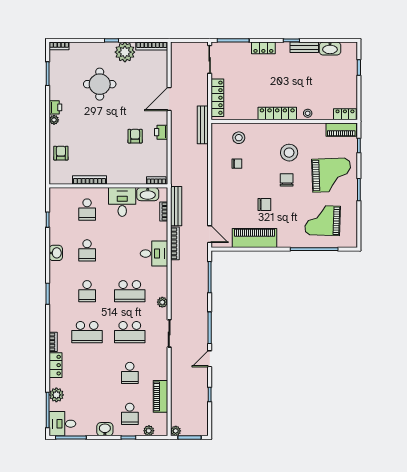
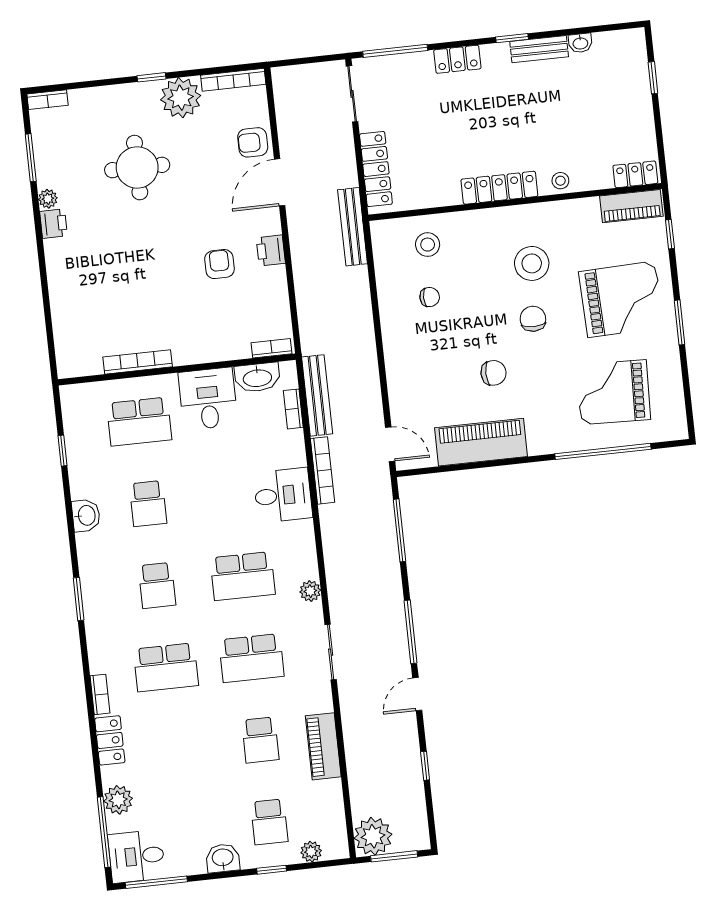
washbasin: (330, 49) -> (580, 43), width x0.52, depth x0.69
plant: (54, 120) -> (48, 199), moved
armchair: (61, 153) -> (253, 142), moved, turned -90
school desk: (87, 210) -> (139, 422), width x1.85
piano: (160, 396) -> (323, 746), moved
plant: (176, 431) -> (373, 836), width x1.87, depth x1.87

